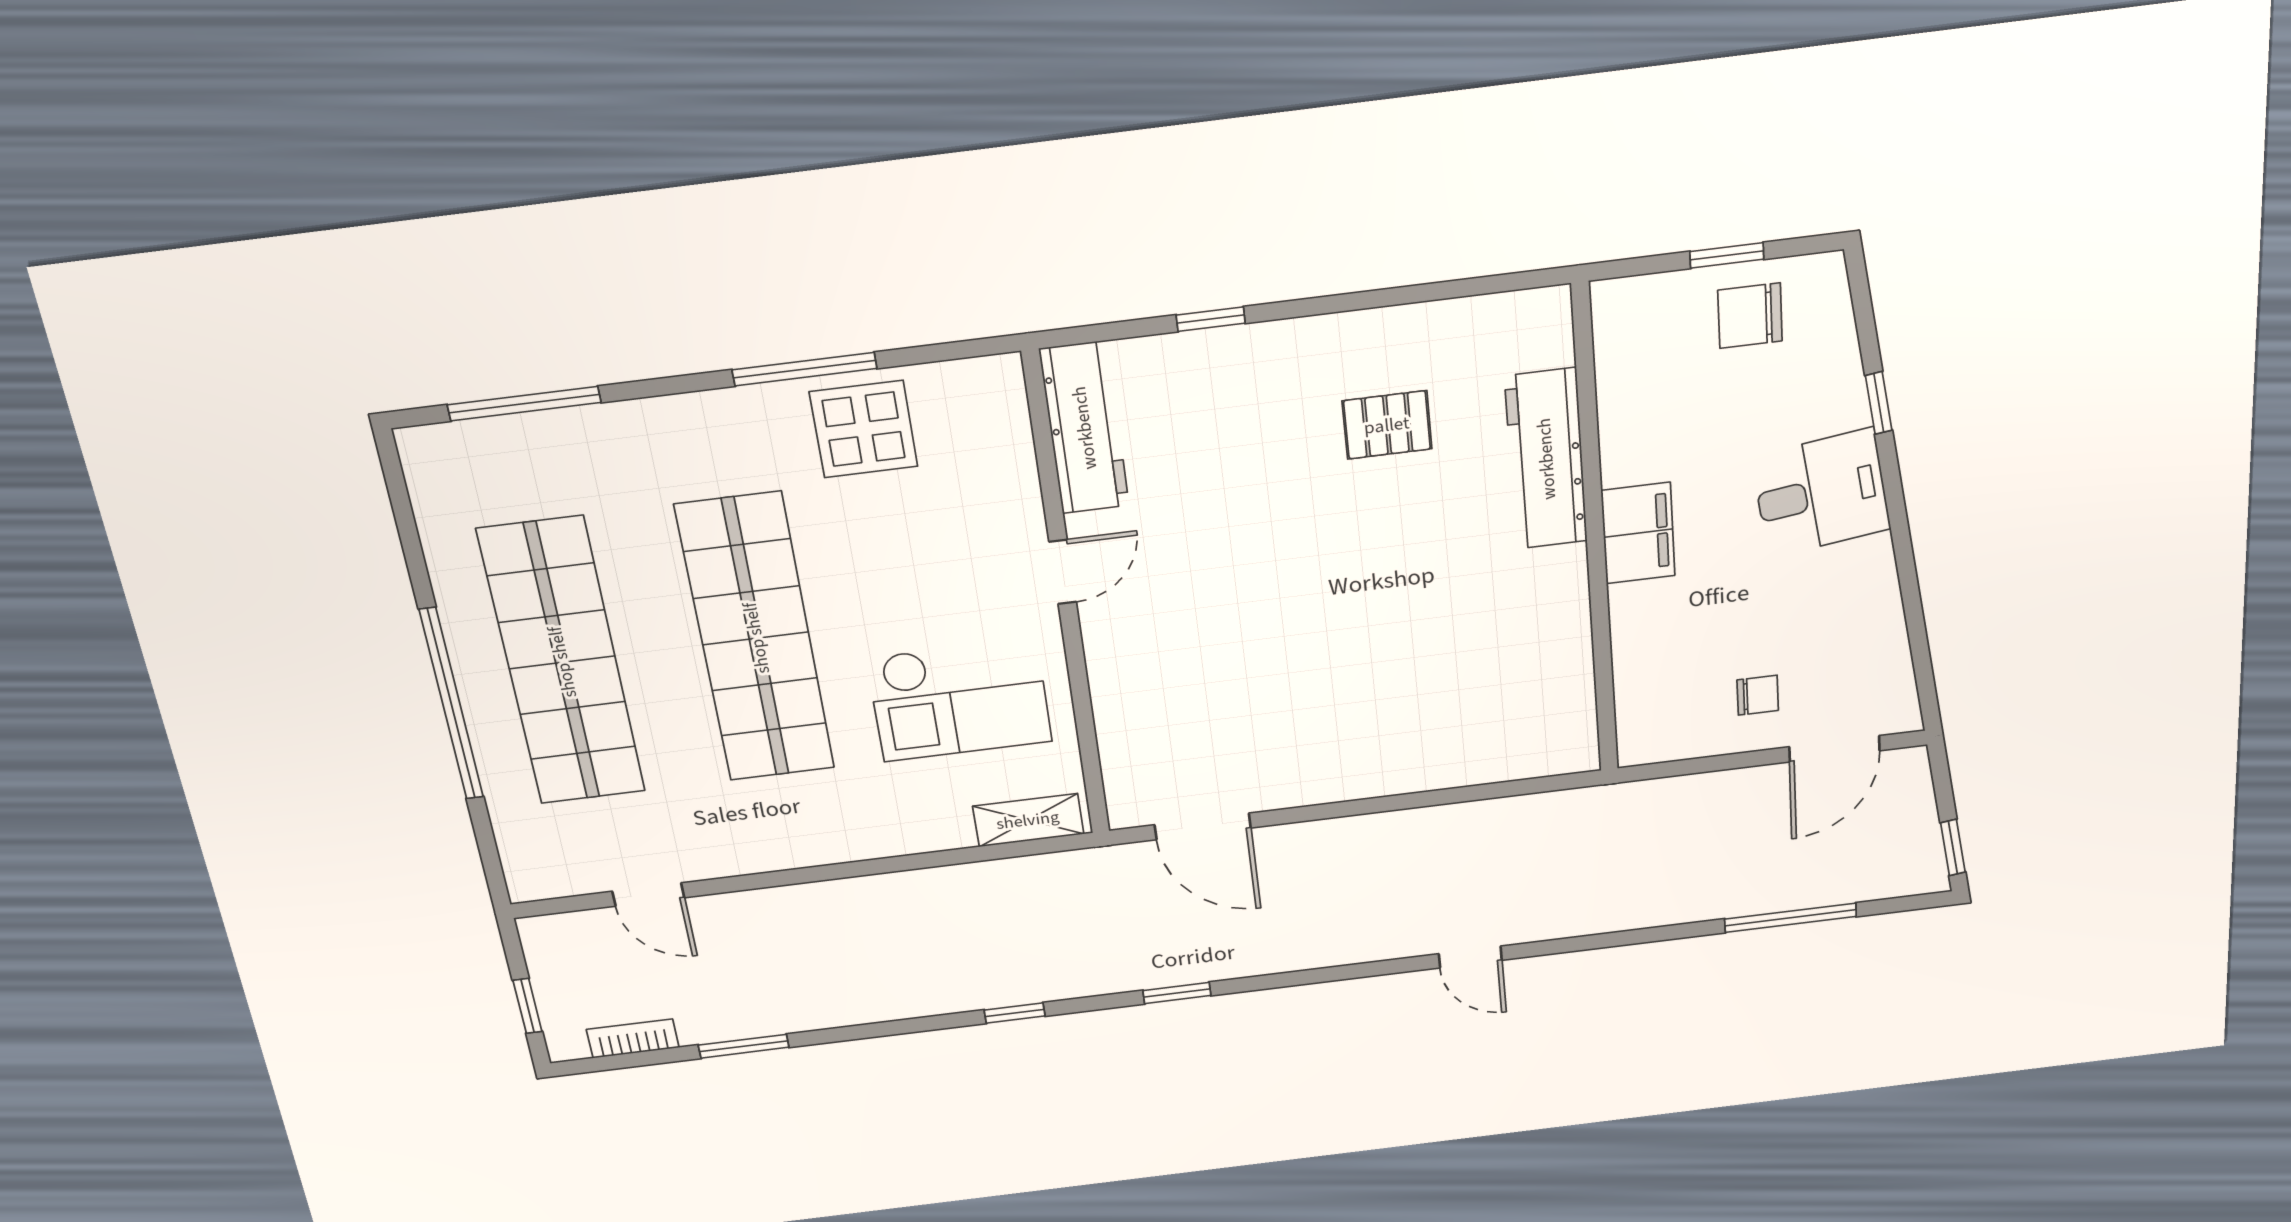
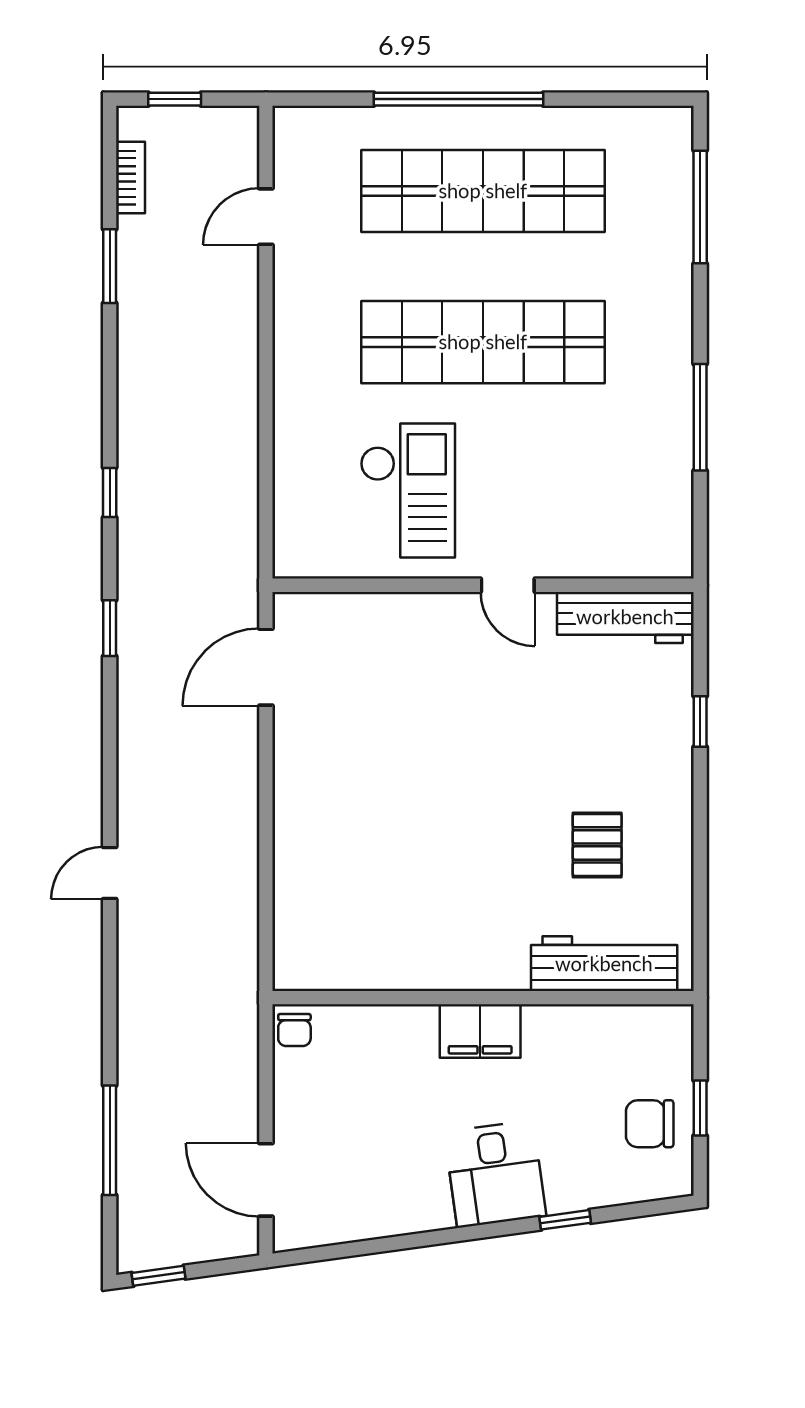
chair: (1750, 316) -> (650, 1124), turned -90
display table: (864, 429) -> (646, 453), removed
workbench: (1546, 459) -> (604, 964), moved
chair: (1758, 695) -> (294, 1030), moved
checkout: (960, 700) -> (408, 490), turned 180
shelving: (1028, 820) -> (292, 529), removed

